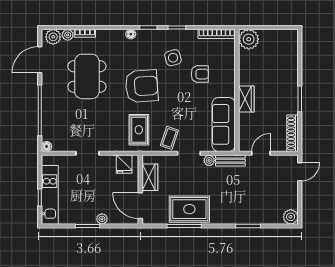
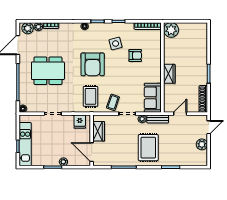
dining table: (87, 76) -> (48, 71), moved, turned 90
armchair: (142, 86) -> (93, 64), turned 94
sofa: (224, 124) -> (153, 98), width x0.73
rug: (189, 209) -> (148, 148), moved, turned 90
plant: (291, 217) -> (202, 144), moved

